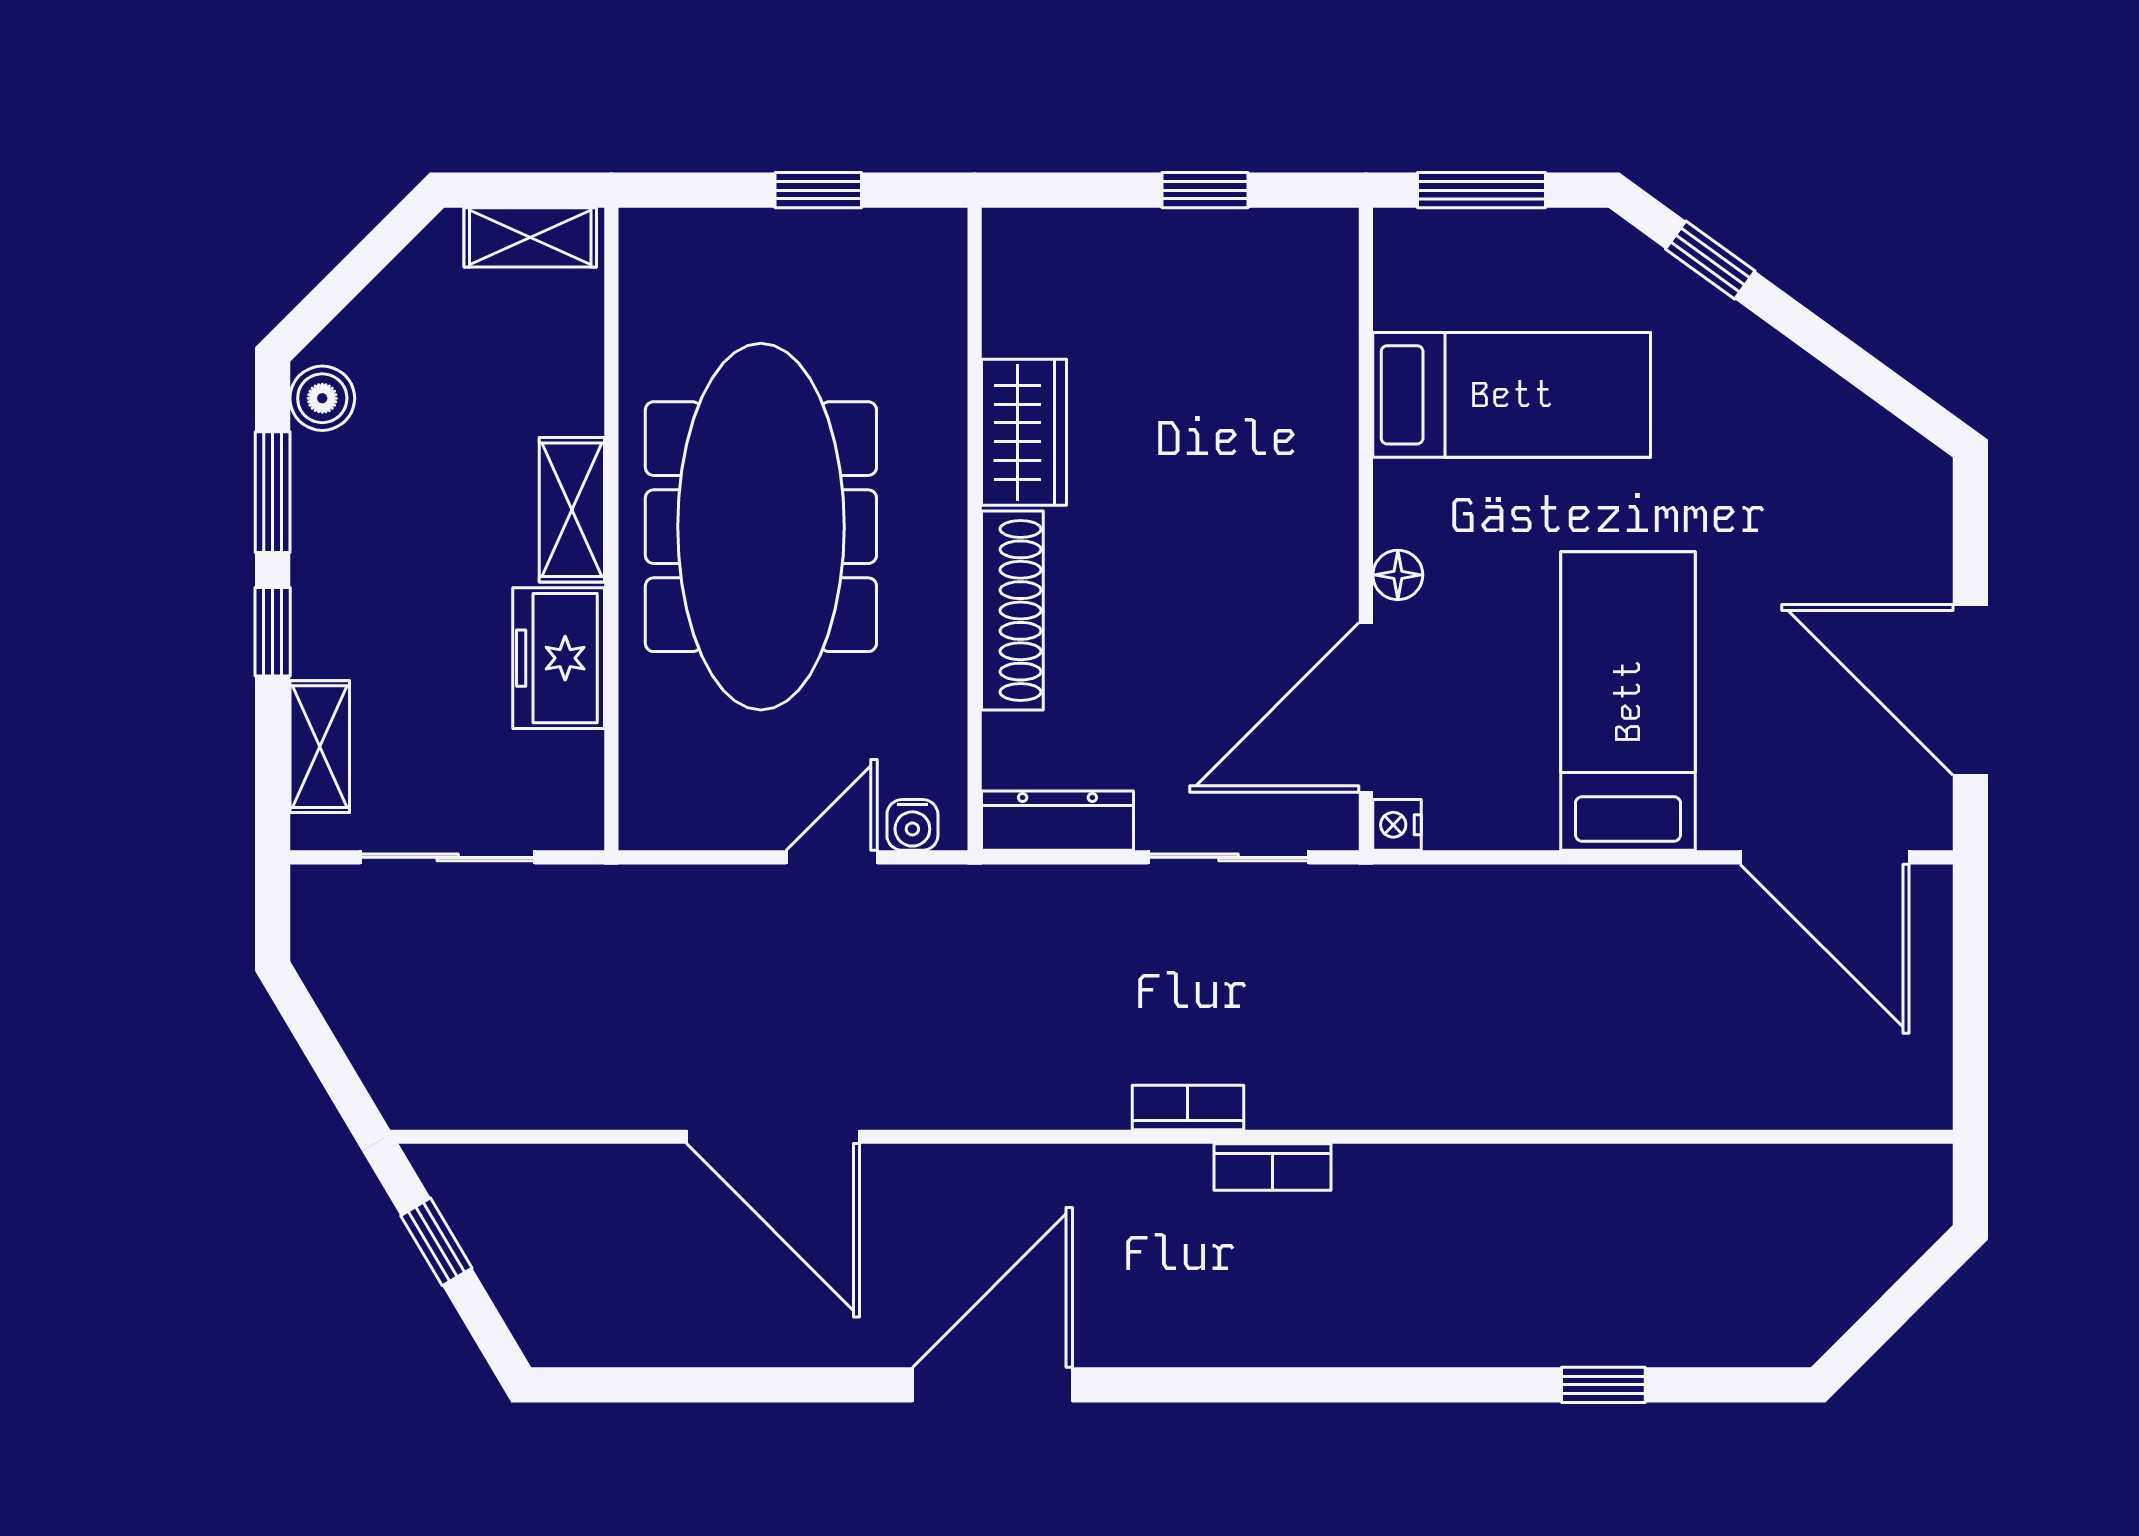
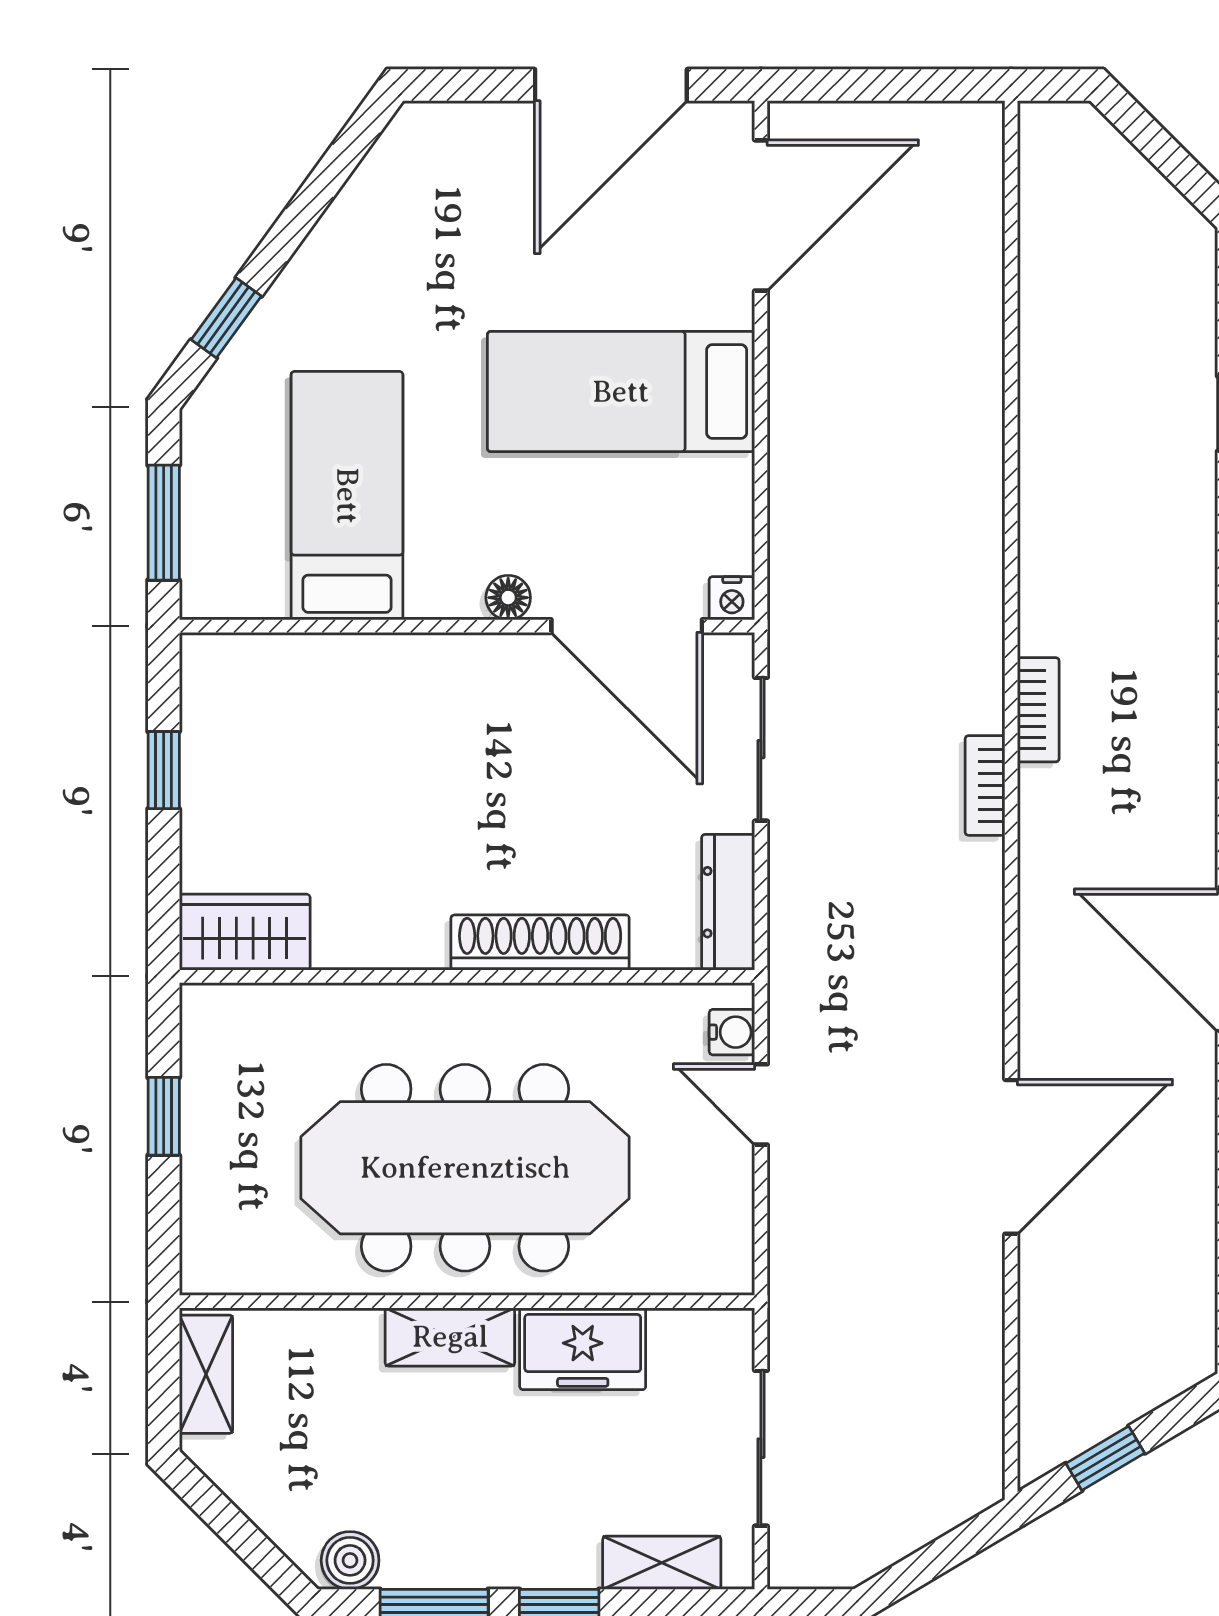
wardrobe: (1024, 432) -> (245, 932), moved

